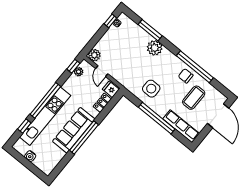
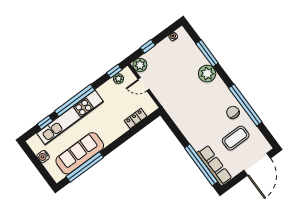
window: (110, 21) -> (148, 46), moved
door: (102, 71) -> (144, 84), hinge flipped
fridge: (111, 89) -> (148, 106), removed
side table: (151, 89) -> (192, 117), removed
window: (157, 118) -> (201, 165), moved
sofa: (74, 130) -> (80, 153), moved
window: (84, 137) -> (85, 167), moved

